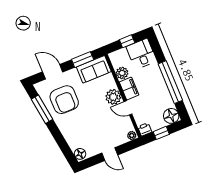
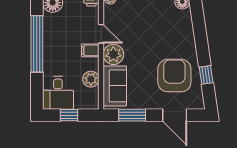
sofa: (94, 69) -> (115, 86), moved, turned 90
filing cabinet: (129, 88) -> (90, 50), width x0.50
window: (42, 109) -> (206, 75), width x0.46

